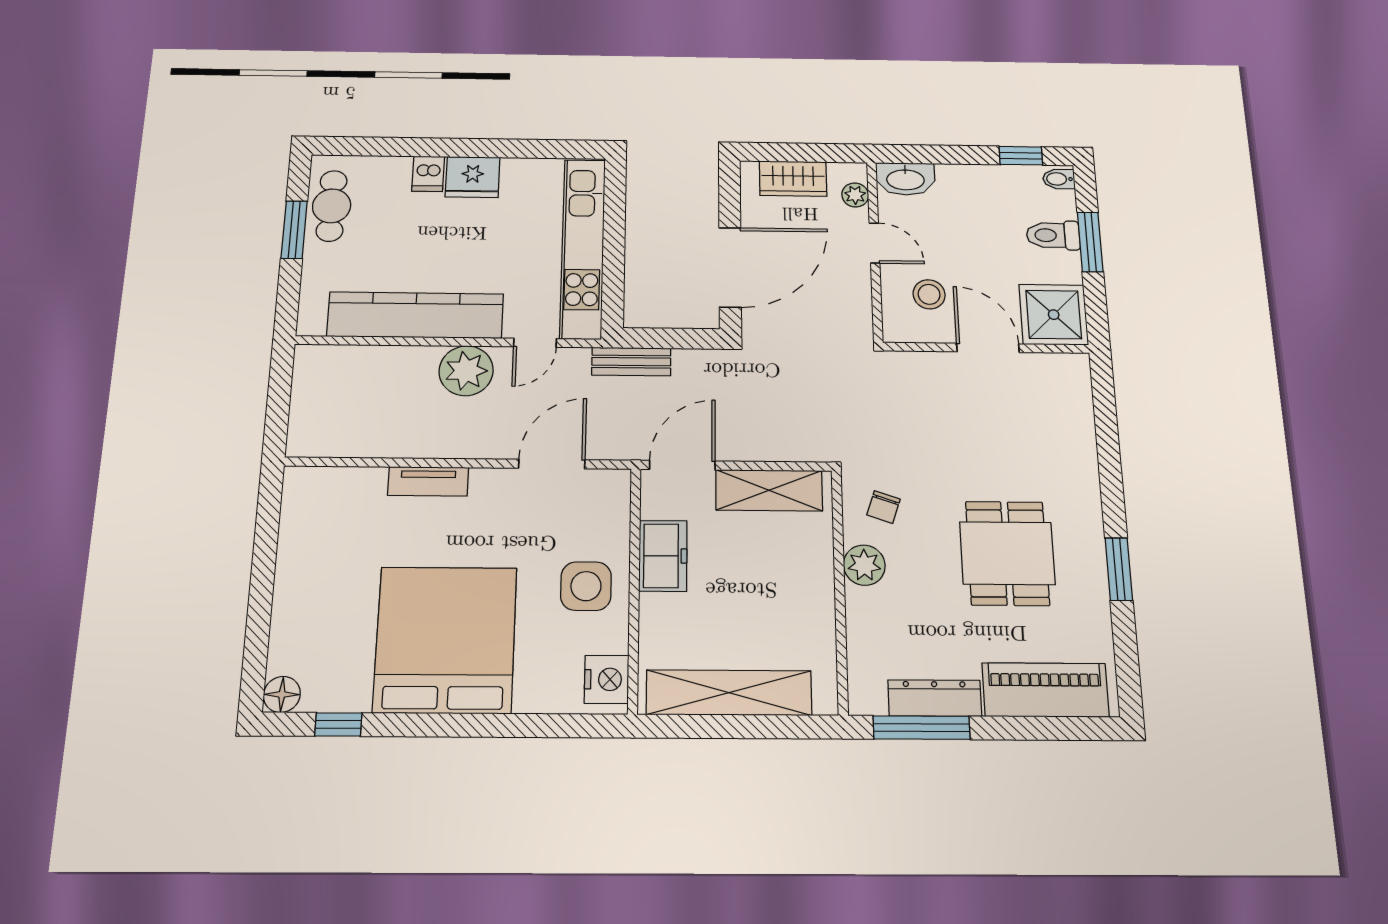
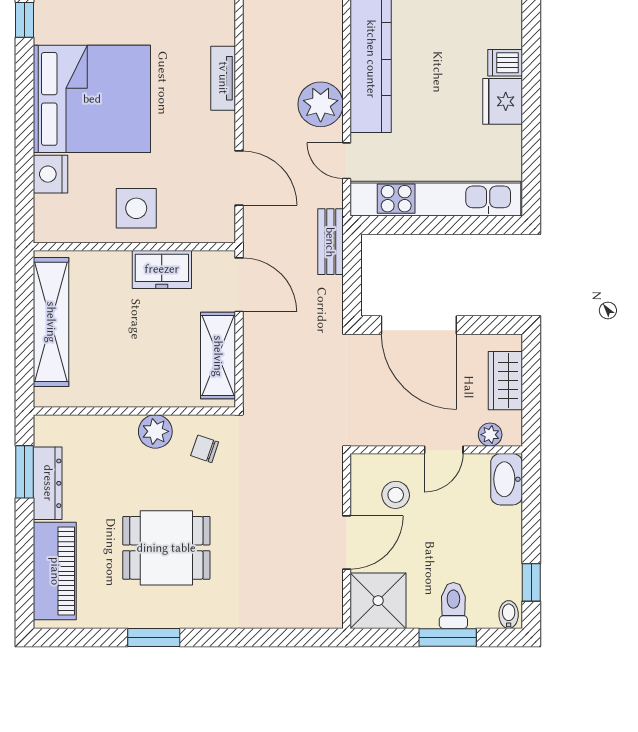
nightstand: (607, 679) -> (51, 174), moved, turned 90
window: (921, 728) -> (25, 472), width x0.69

